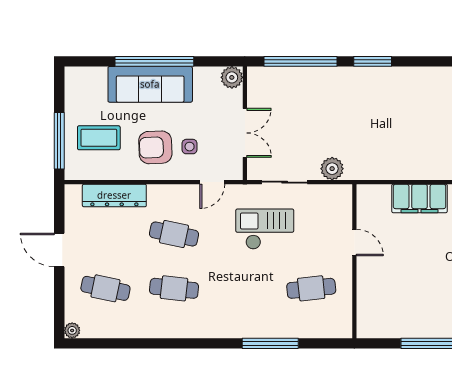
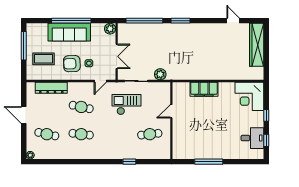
window: (59, 141) -> (24, 46), moved
door: (354, 243) -> (171, 111), swing flipped
window: (270, 343) -> (129, 162), width x0.46

